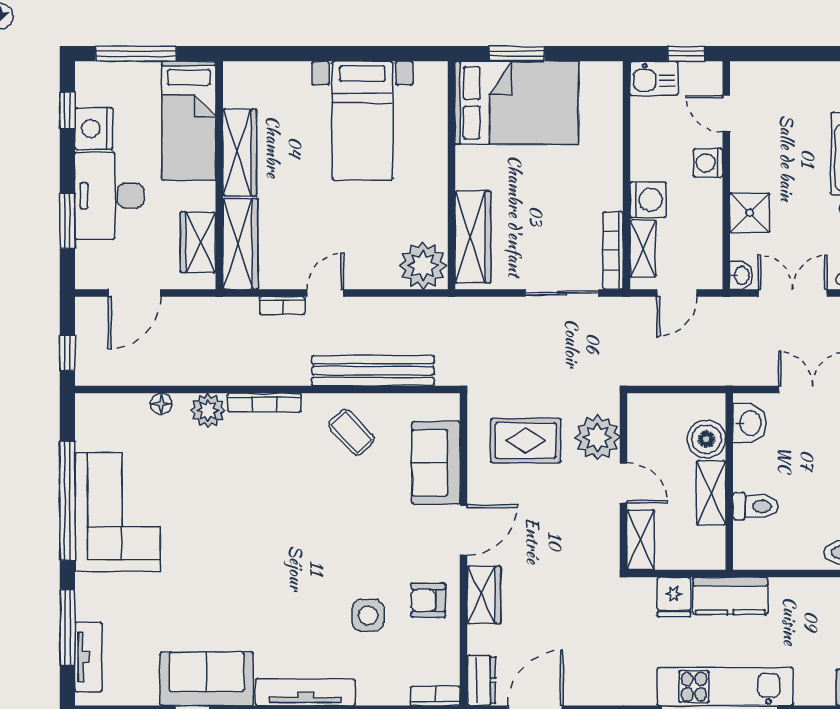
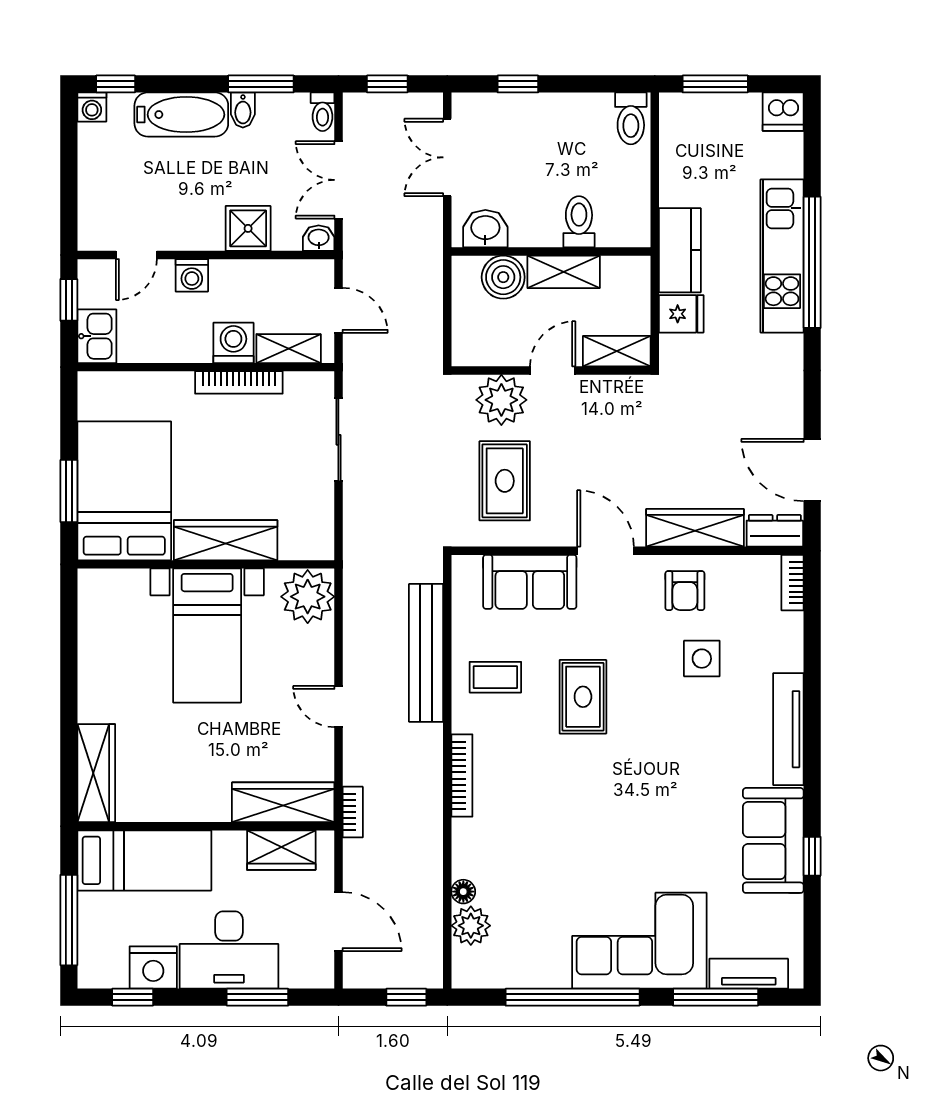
bed with nightstands: (362, 121) -> (207, 636), moved, turned 90
wardrobe: (240, 153) -> (96, 773), moved, turned 90
wardrobe: (473, 237) -> (226, 540), moved
bookcase: (613, 250) -> (239, 382), moved
bookcase: (282, 306) -> (353, 812), moved
plant: (208, 410) -> (471, 926), moved
coffee table: (351, 432) -> (495, 677), turned 43
rug: (334, 510) -> (583, 697), added
corner sofa: (118, 512) -> (639, 941), moved
wardrobe: (484, 595) -> (695, 528), width x1.50

